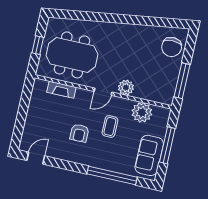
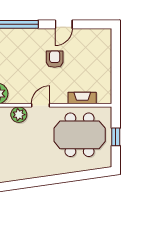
coffee table: (110, 126) -> (26, 72), removed
door: (36, 158) -> (64, 24), moved

